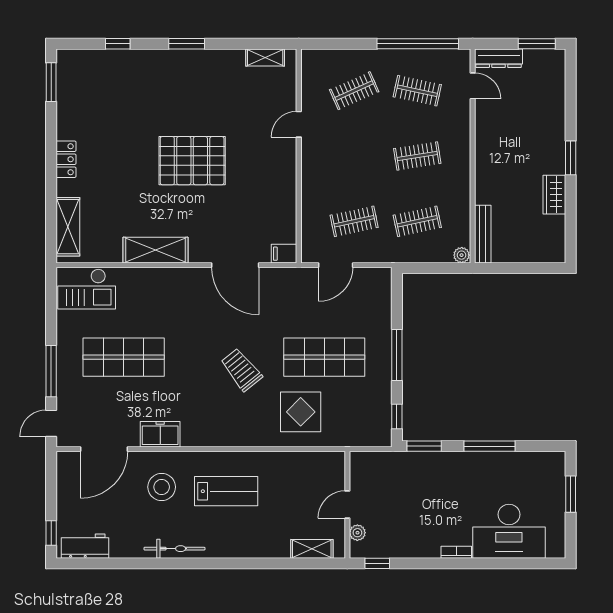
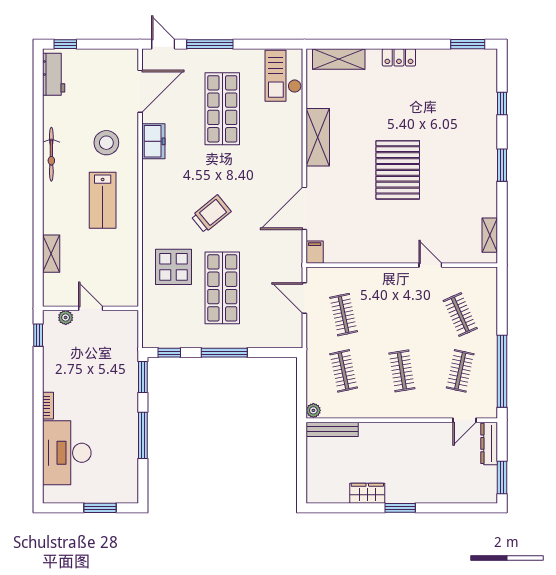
door: (104, 449) -> (140, 91), swing flipped
shelving: (312, 549) -> (51, 254), moved

